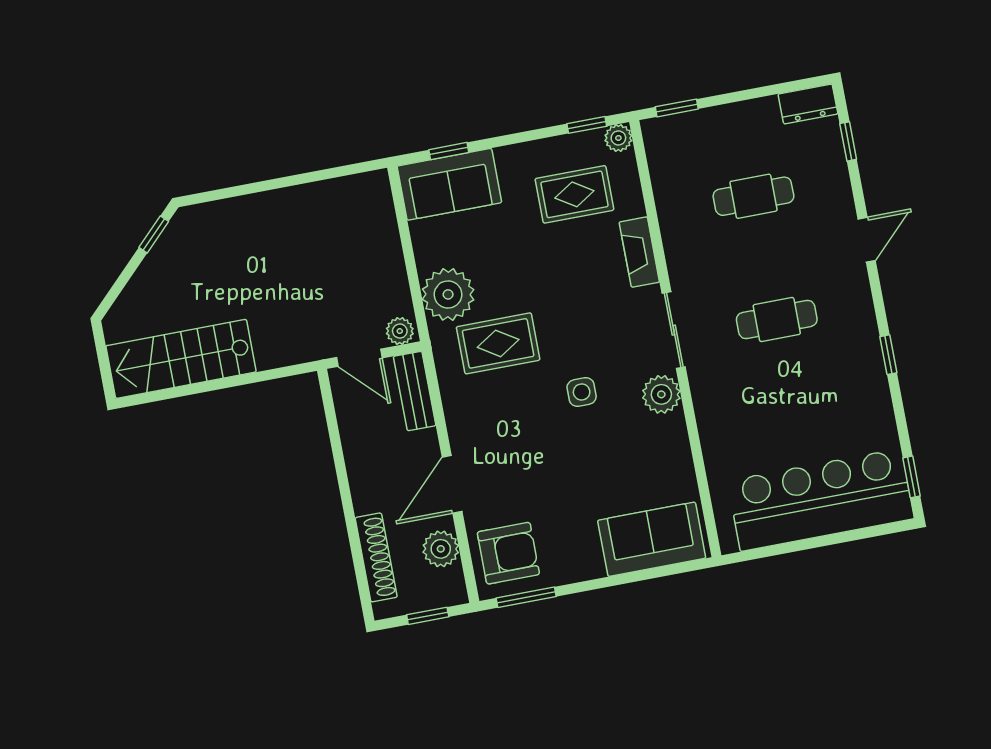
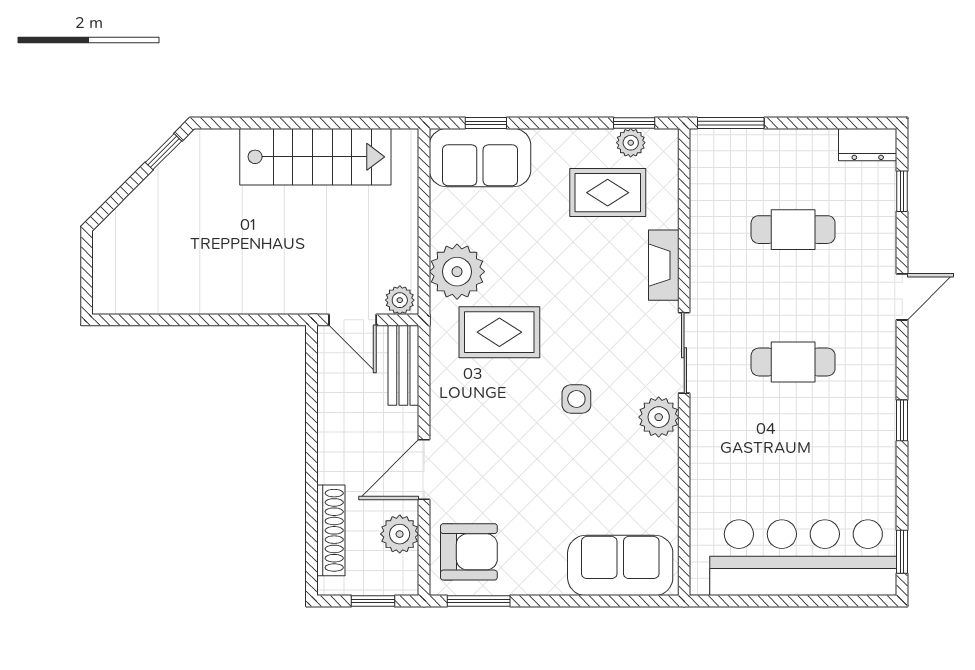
window: (677, 108) -> (731, 123), width x1.50
plant: (618, 138) -> (631, 143), moved
stairs: (181, 359) -> (315, 157), moved, turned 180

